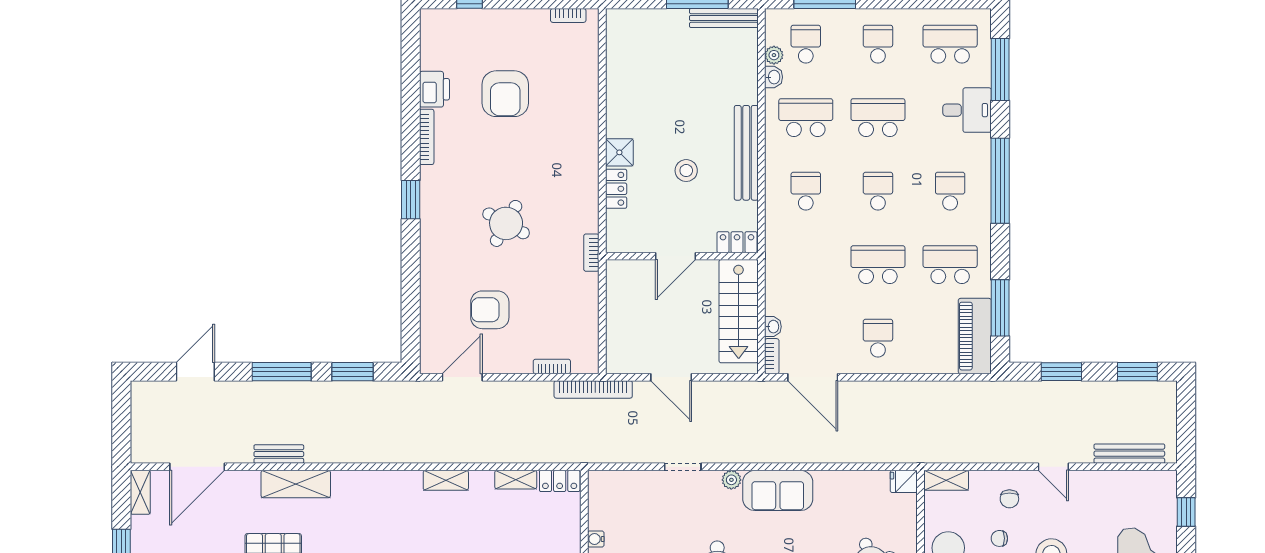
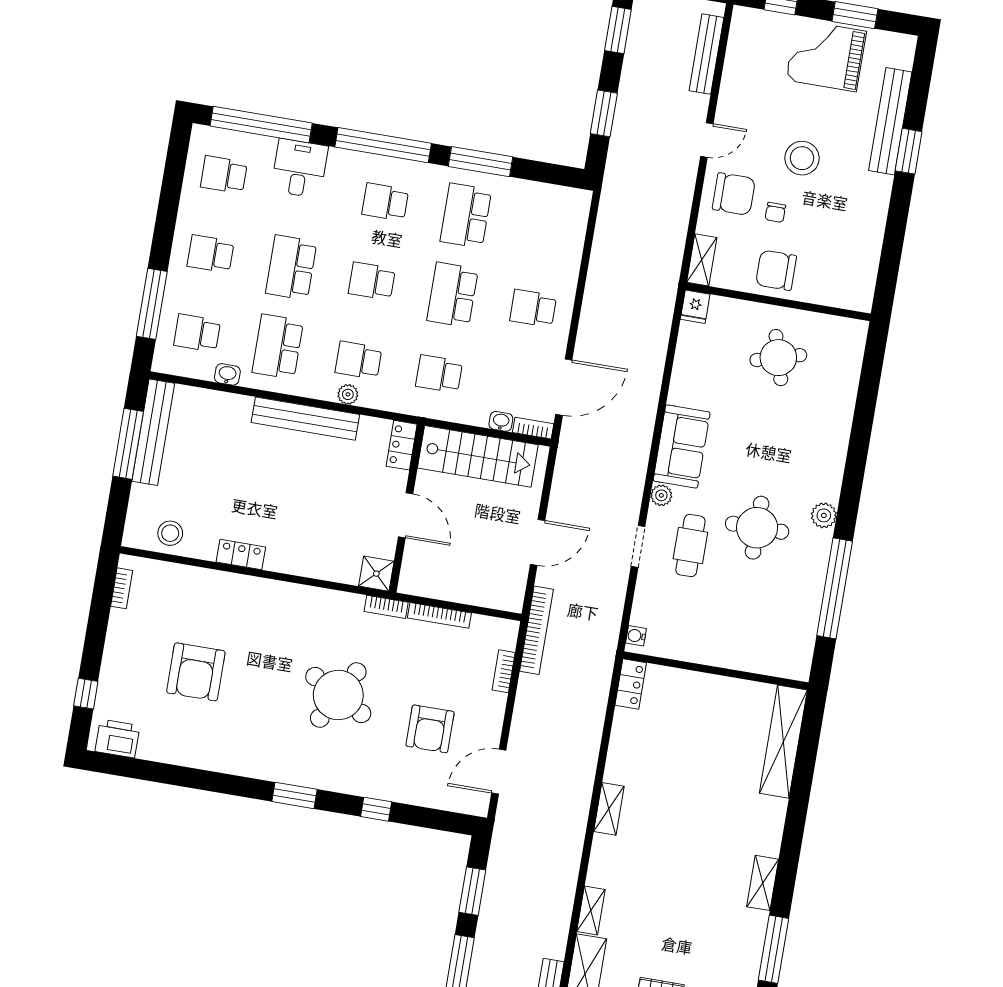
bench: (724, 18) -> (153, 432), width x1.37, depth x1.21
school desk: (950, 44) -> (224, 175), width x0.54
plant: (774, 55) -> (348, 394), moved
window: (1000, 70) -> (261, 125), width x1.46
printer: (434, 89) -> (117, 739), moved
armchair: (505, 94) -> (196, 672), turned 90
bookcase: (427, 137) -> (439, 615), moved, turned 180
shower: (619, 152) -> (376, 574), moved
stool: (686, 171) -> (170, 533), moved
locker: (616, 189) -> (241, 554), moved
round table: (506, 223) -> (338, 695), width x1.36, depth x1.36
school desk: (806, 265) -> (439, 374), added
window: (411, 274) -> (376, 809), added
window: (1000, 308) -> (481, 162), moved
piano: (975, 336) -> (549, 202), removed
door: (462, 377) -> (499, 772), hinge flipped
shelving: (516, 480) -> (591, 910), moved
chair: (1009, 499) -> (734, 194), width x1.87, depth x1.87
cafe table: (691, 513) -> (690, 546), added
water cooler: (596, 539) -> (636, 636), moved, turned 90

